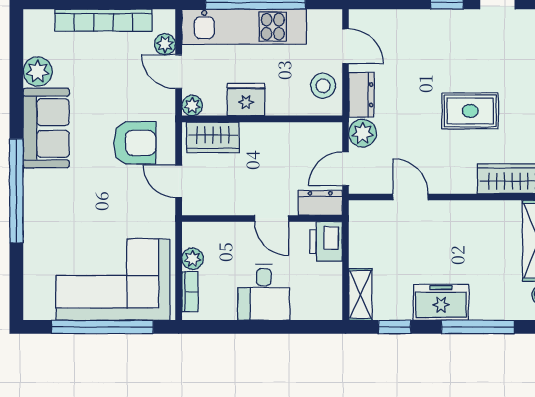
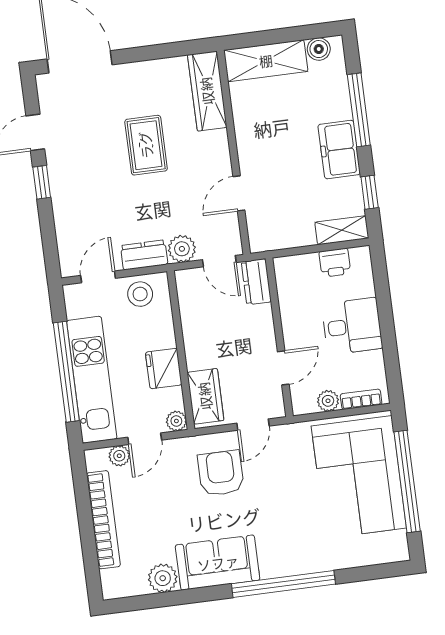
door: (272, 219) -> (283, 368), moved
printer: (326, 241) -> (335, 263), moved, width x0.73, depth x0.81

